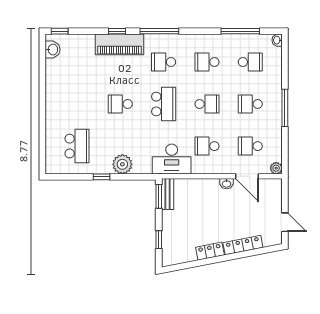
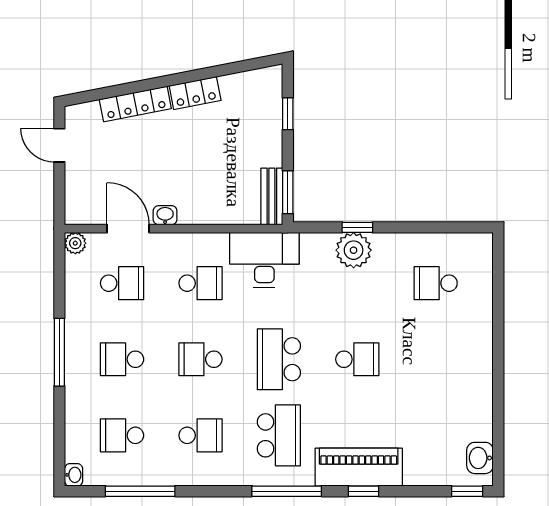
school desk: (164, 62) -> (279, 435), width x1.85
school desk: (250, 104) -> (122, 359), turned 180
school desk: (77, 146) -> (436, 283), width x0.54
window: (102, 177) -> (357, 227), moved

